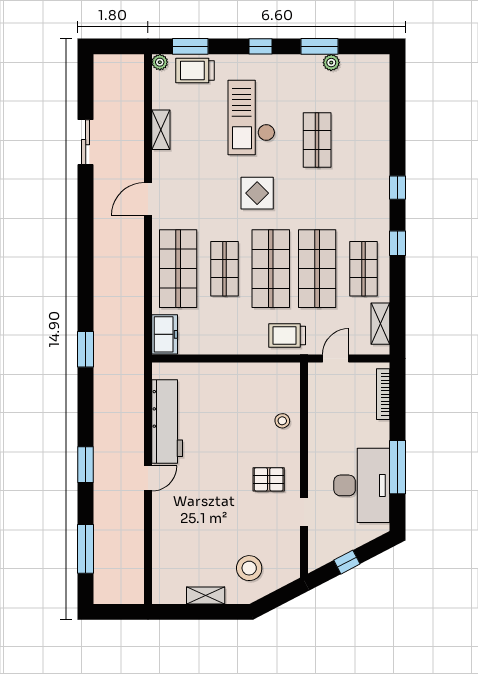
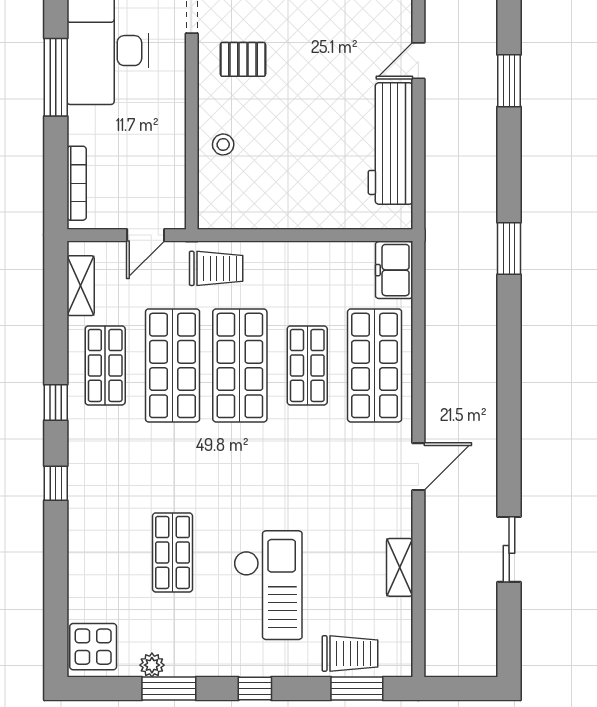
plant: (160, 62) -> (401, 666), removed
display table: (257, 193) -> (93, 647), moved

